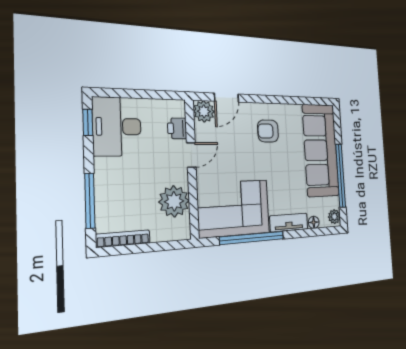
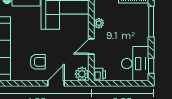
door: (226, 98) -> (56, 83), moved
printer: (177, 128) -> (99, 74), moved
plant: (174, 201) -> (99, 23), width x0.53, depth x0.53

